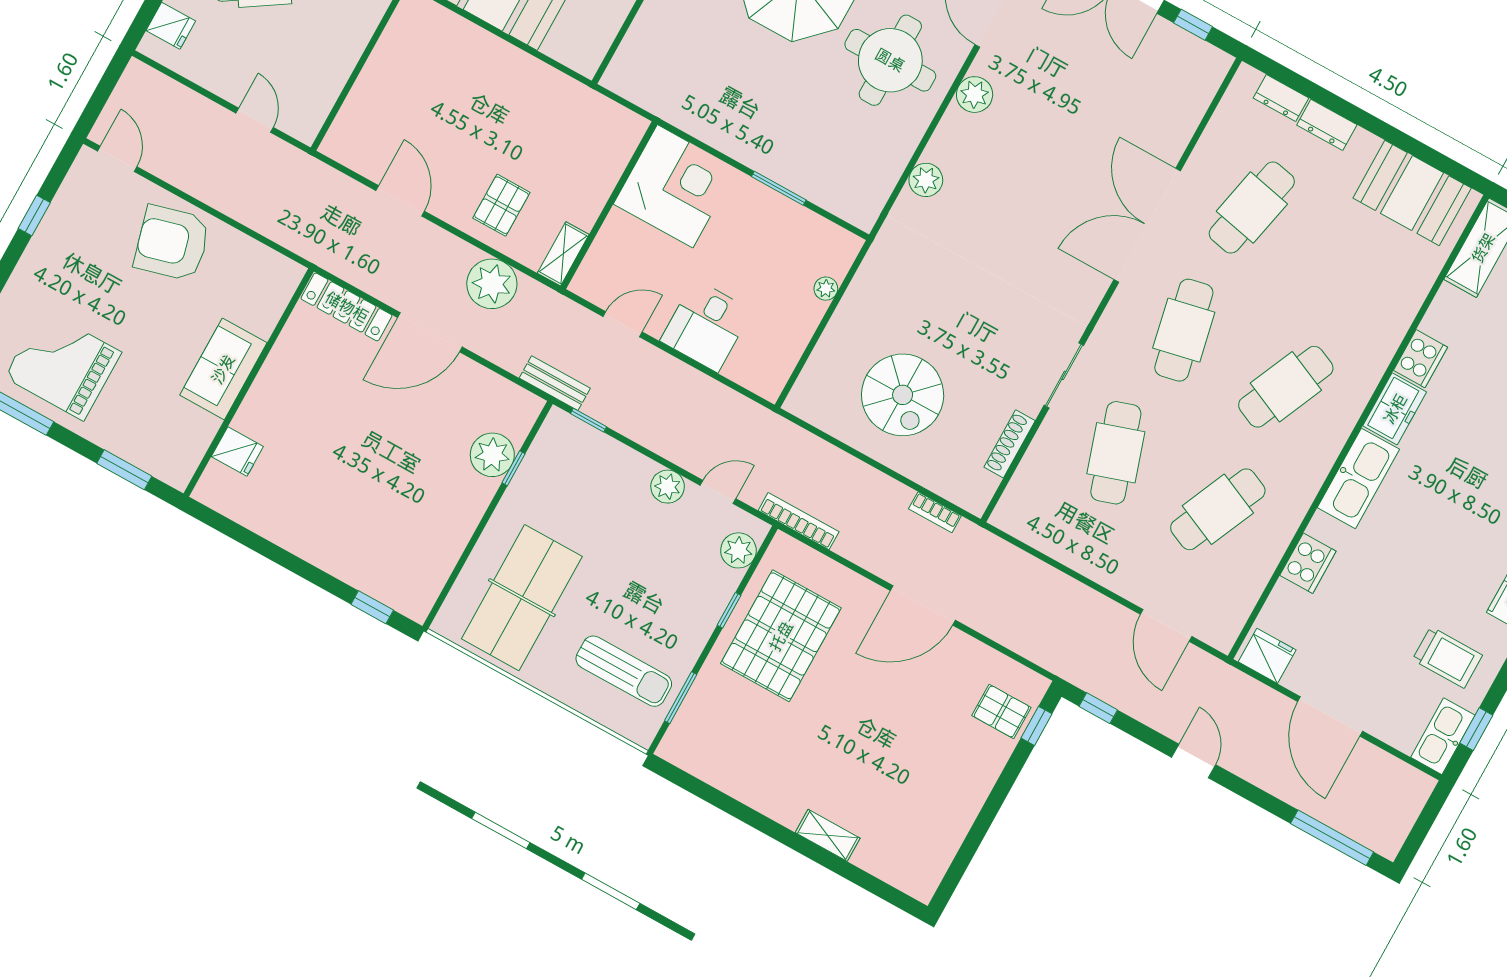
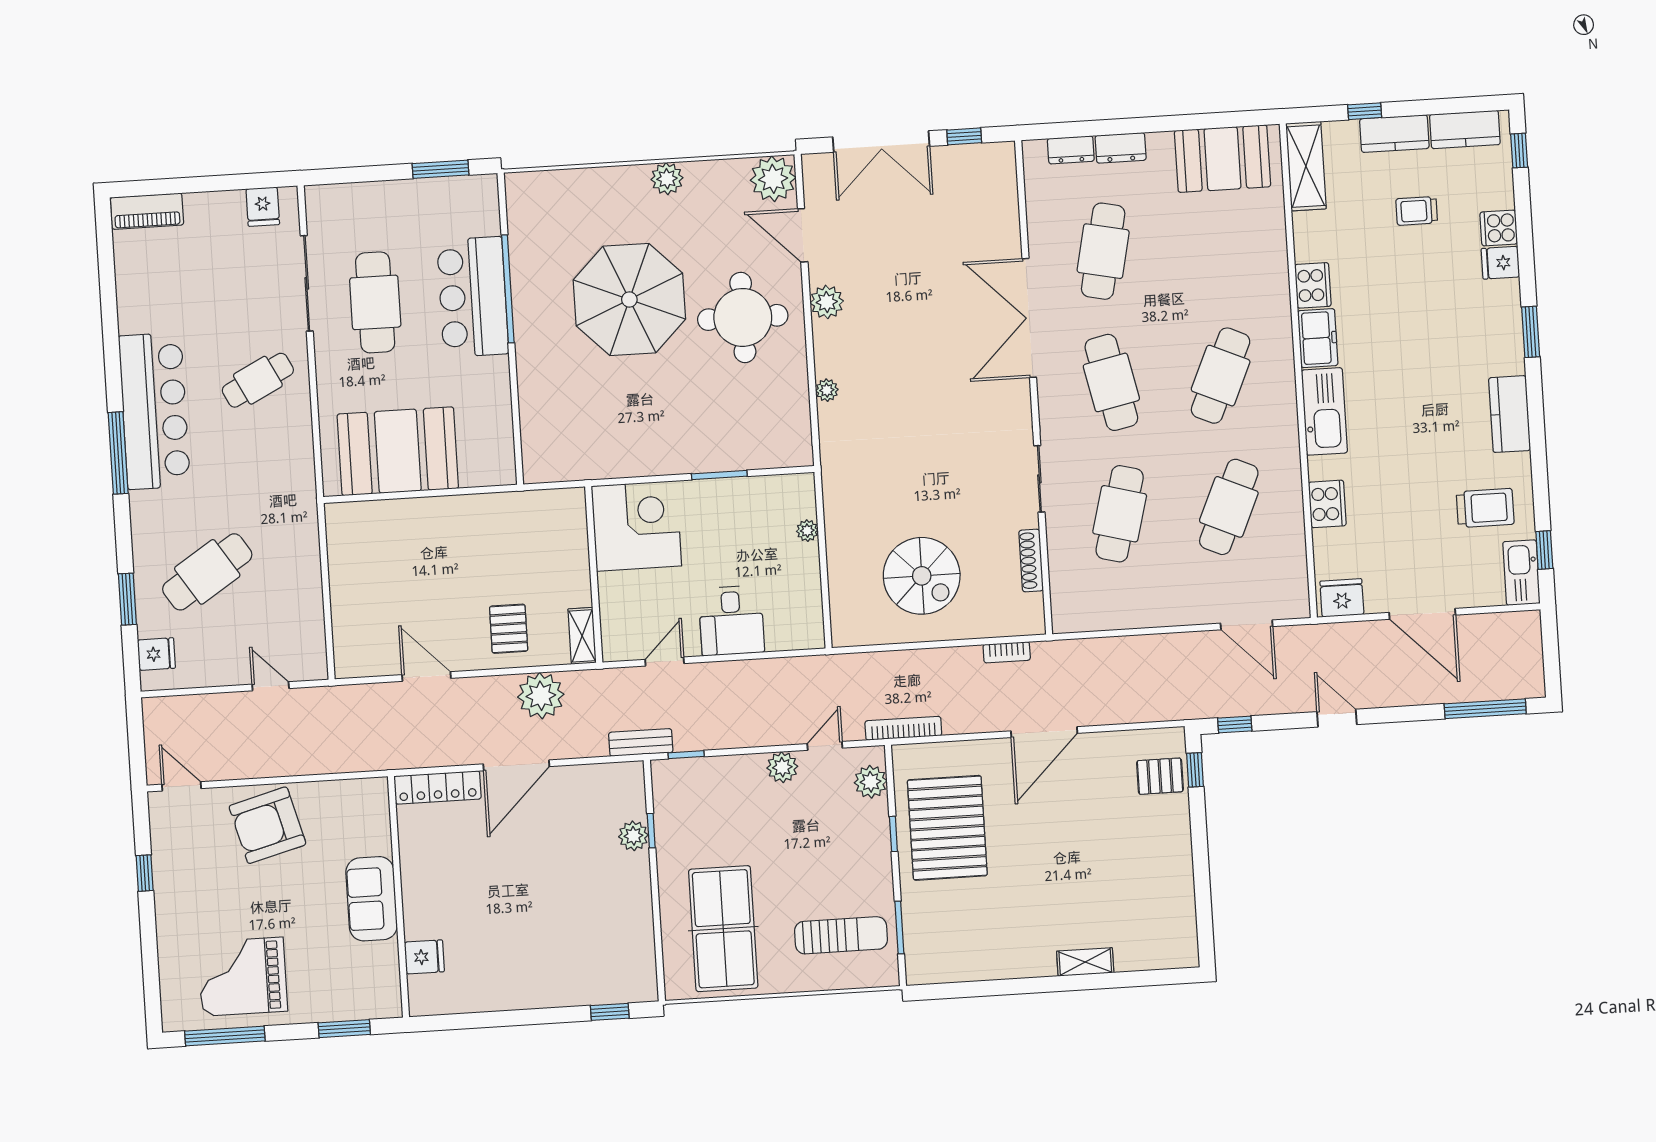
plant: (926, 180) -> (827, 390), width x0.73, depth x0.73
cafe table: (1116, 453) -> (1120, 514), turned 33
plant: (492, 455) -> (633, 836), width x0.73, depth x0.73

